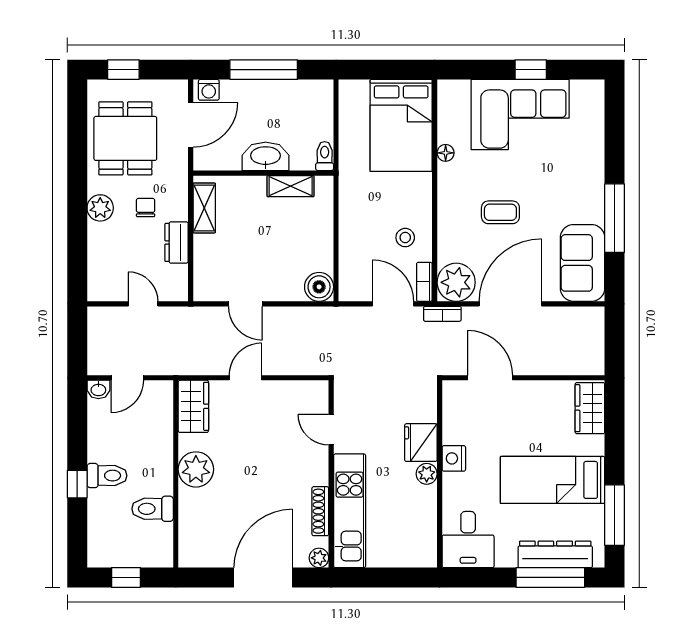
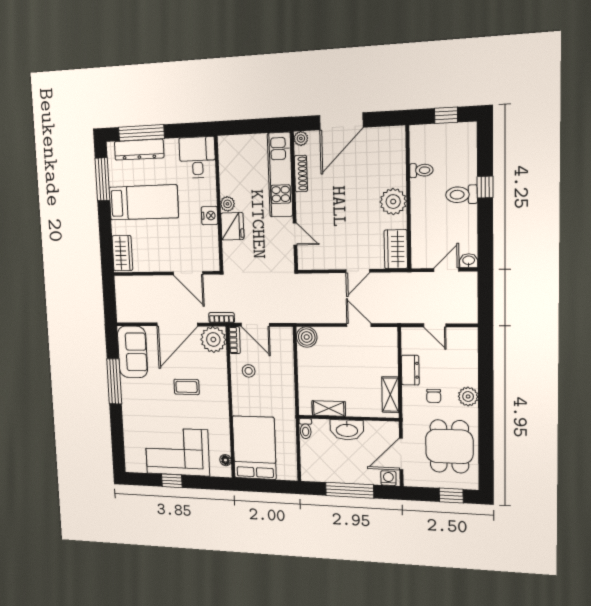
floor lamp: (446, 153) -> (225, 460), moved
toilet: (153, 509) -> (421, 170), width x0.73, depth x0.72

